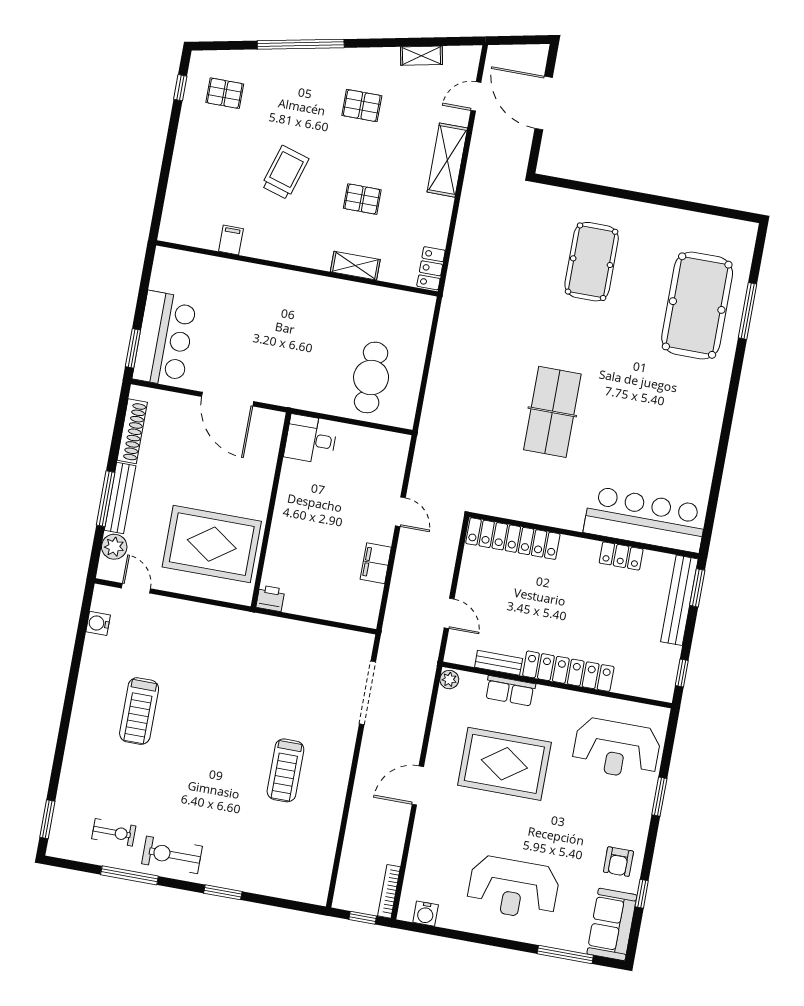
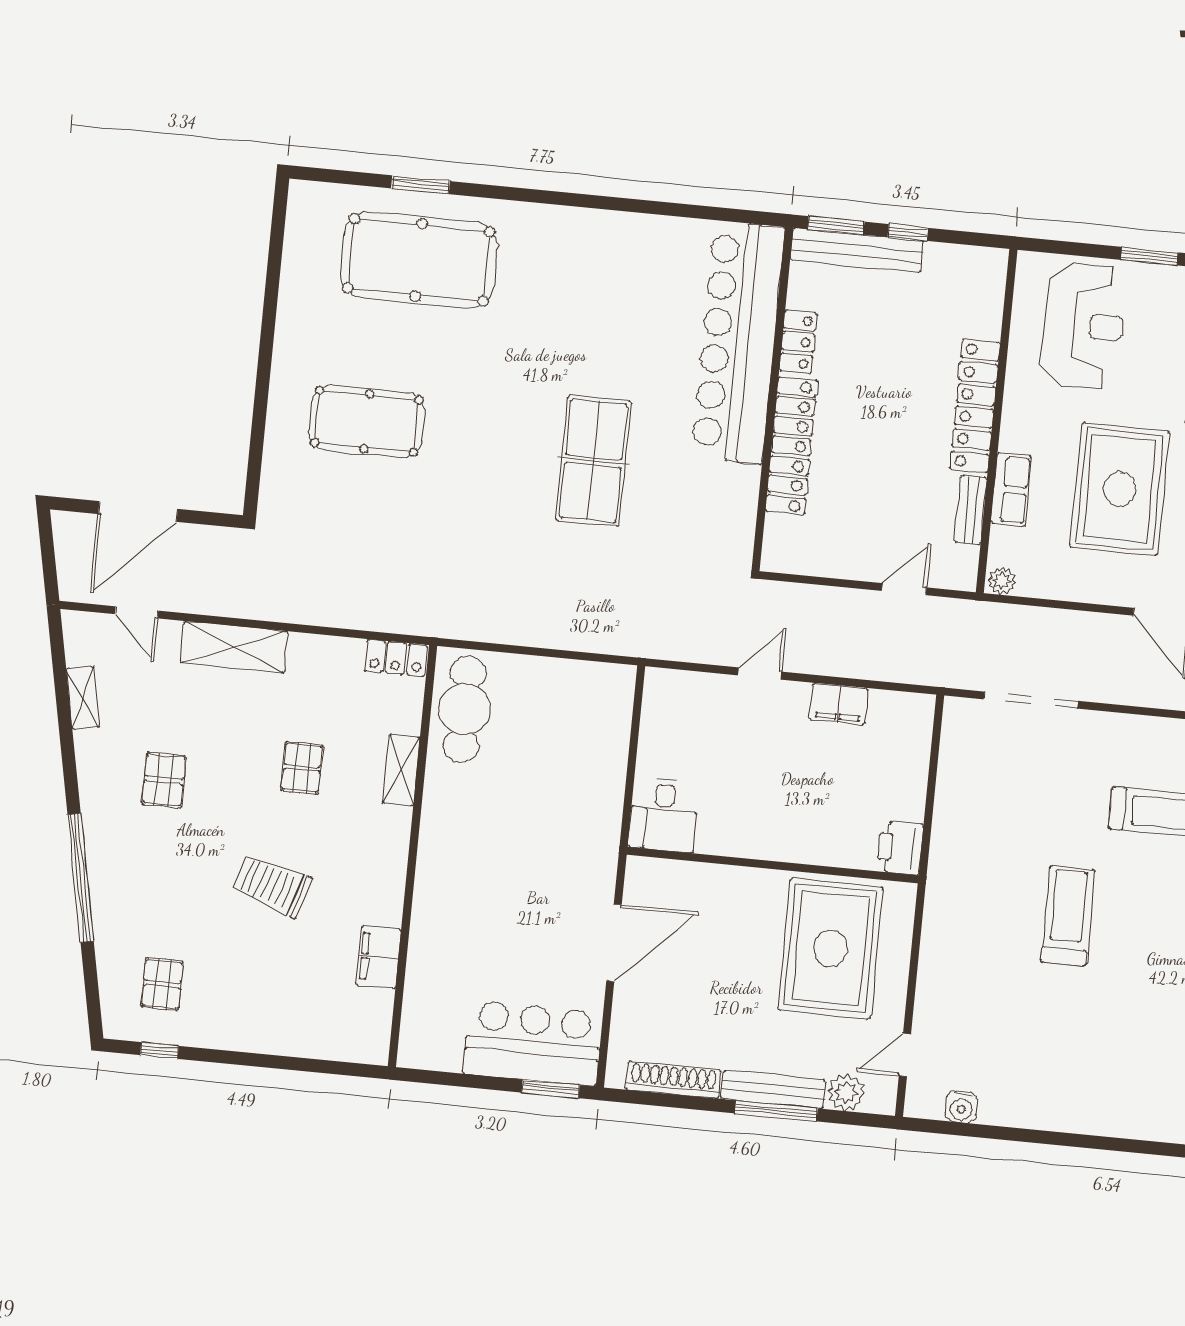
filing cabinet: (231, 240) -> (378, 957), width x2.00
window: (748, 311) -> (420, 185), width x0.69
cafe table: (371, 377) -> (465, 709), moved, turned 90
table tennis table: (552, 412) -> (594, 461), turned 90
bar counter: (645, 519) -> (738, 342), width x1.36
locker: (513, 539) -> (791, 446), moved
printer: (270, 598) -> (900, 848), width x1.36, depth x1.24
window: (682, 673) -> (908, 232), moved
treadmill: (139, 711) -> (1068, 916), moved, turned -90

